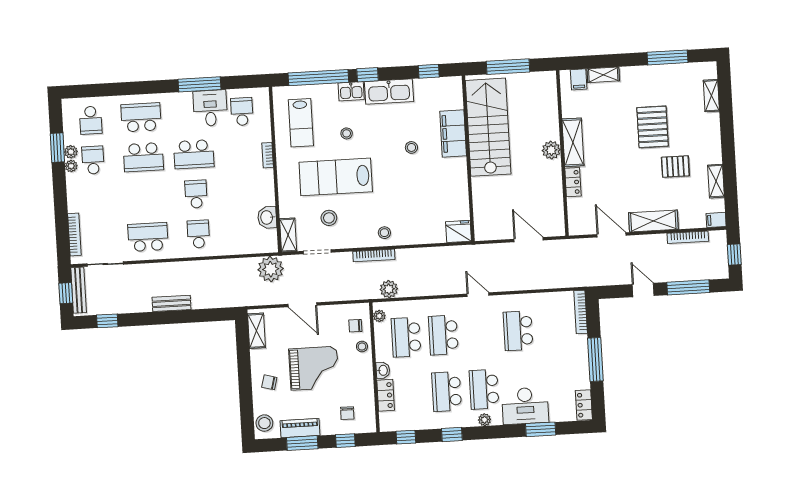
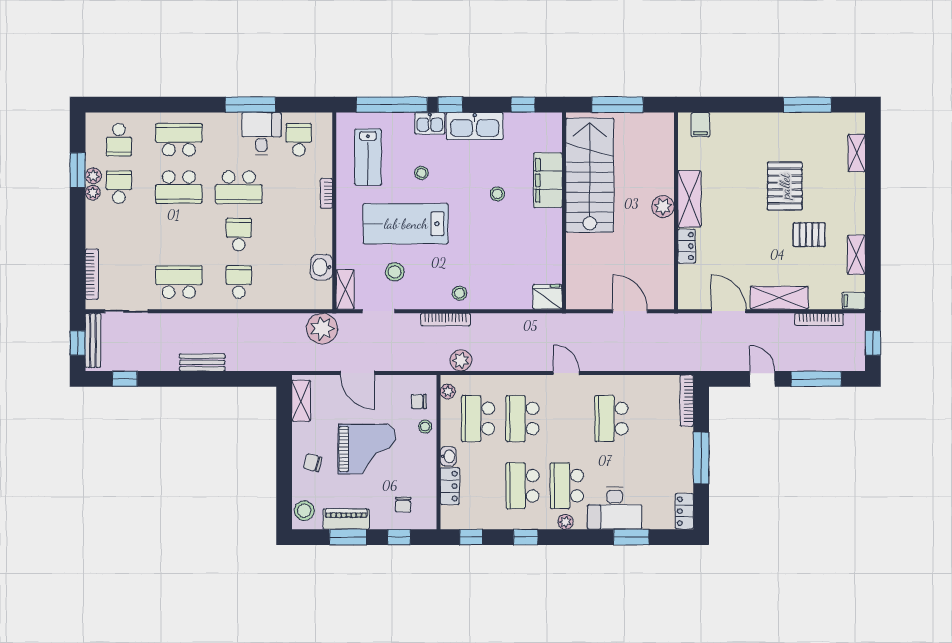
shelving: (603, 75) -> (730, 121), removed

